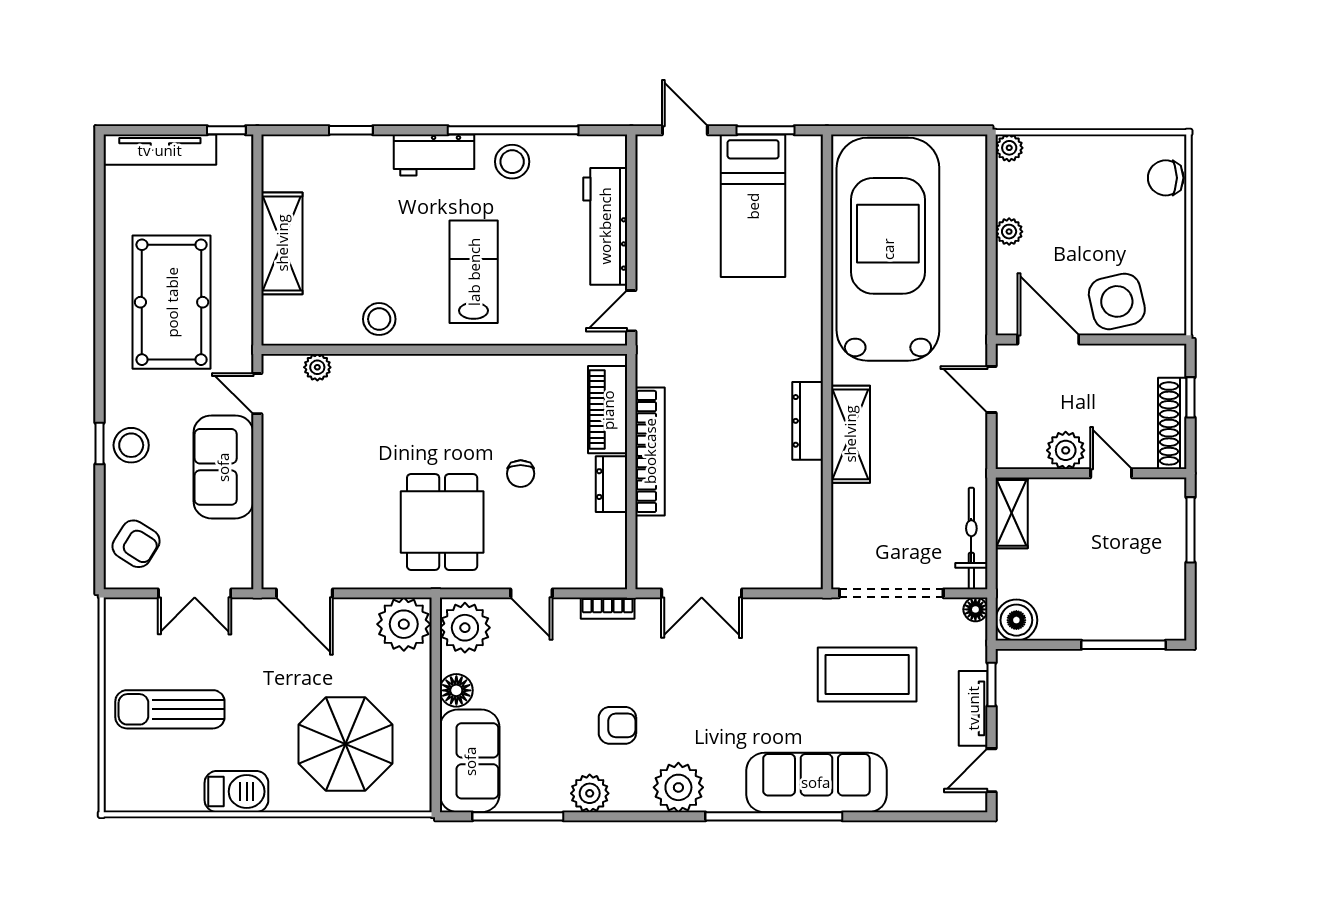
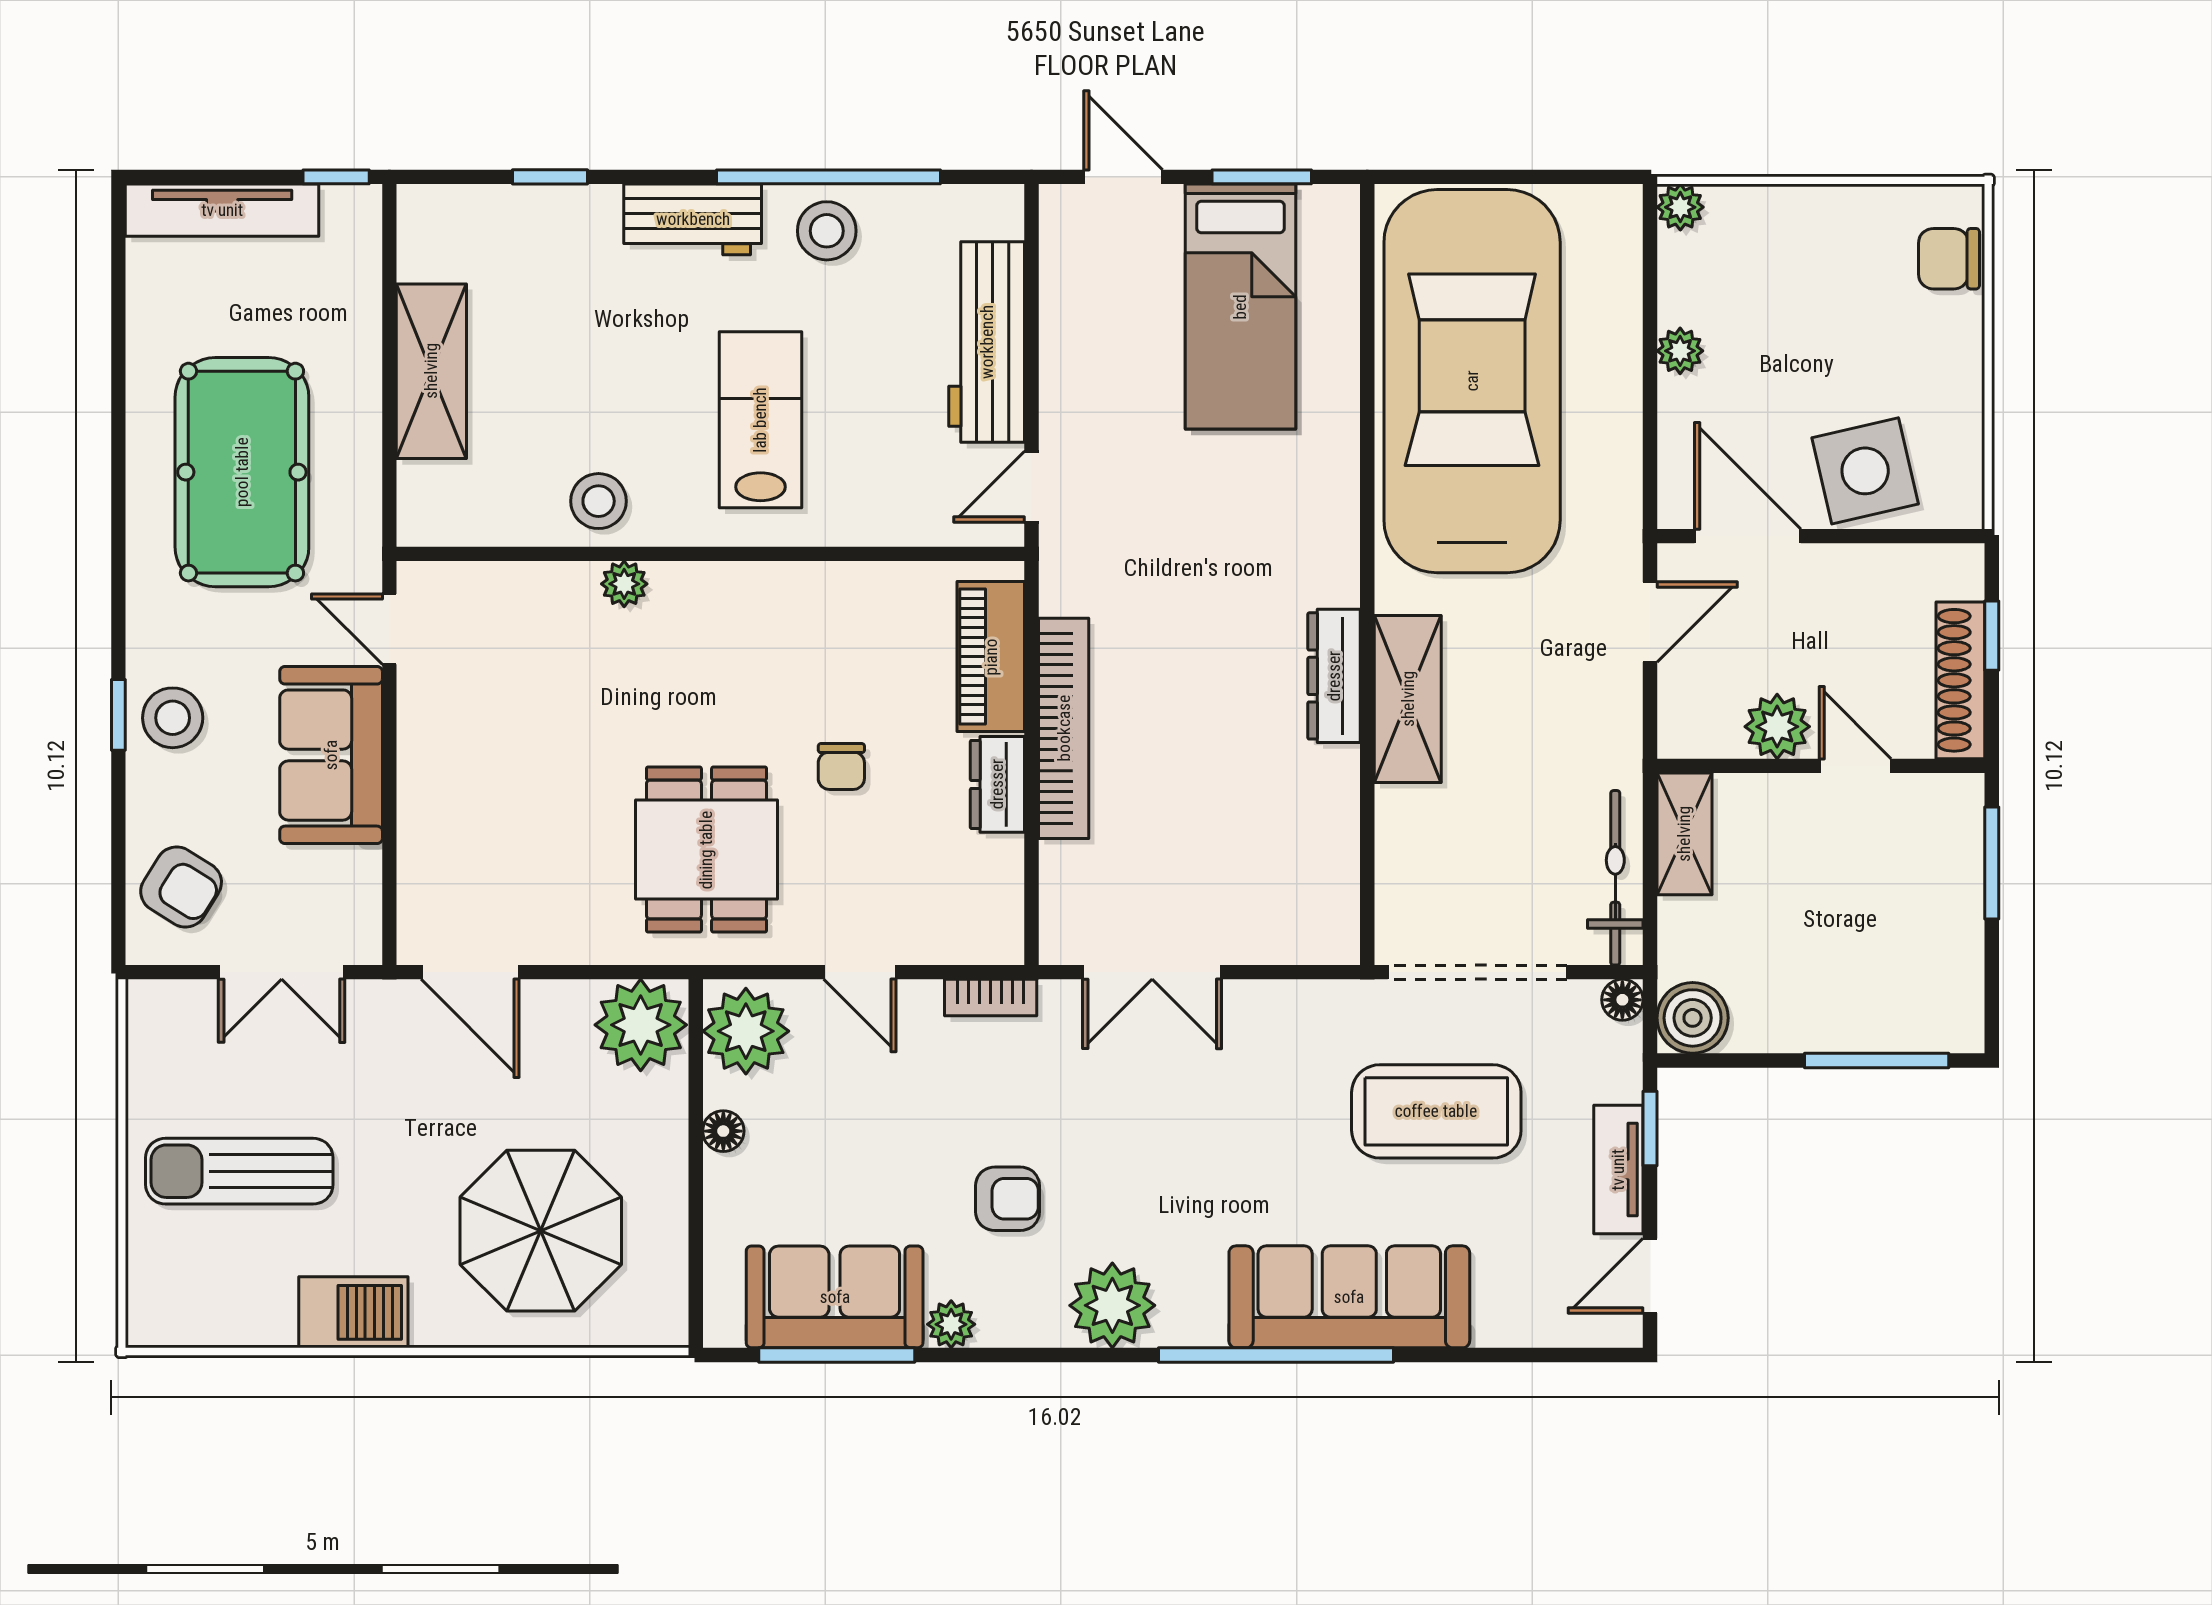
plant: (317, 367) -> (624, 584), moved
door: (992, 389) -> (1650, 622), swing flipped
floor lamp: (456, 690) -> (723, 1131), width x0.73, depth x0.73
sofa: (470, 761) -> (835, 1297), moved, turned -90
plant: (590, 793) -> (951, 1324), width x0.73, depth x0.73

